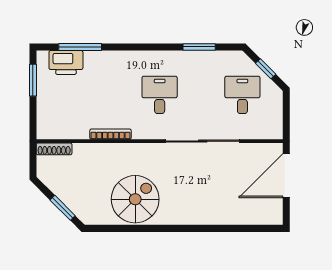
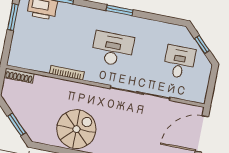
window: (199, 47) -> (119, 10), moved
desk: (160, 95) -> (113, 49), width x1.37

